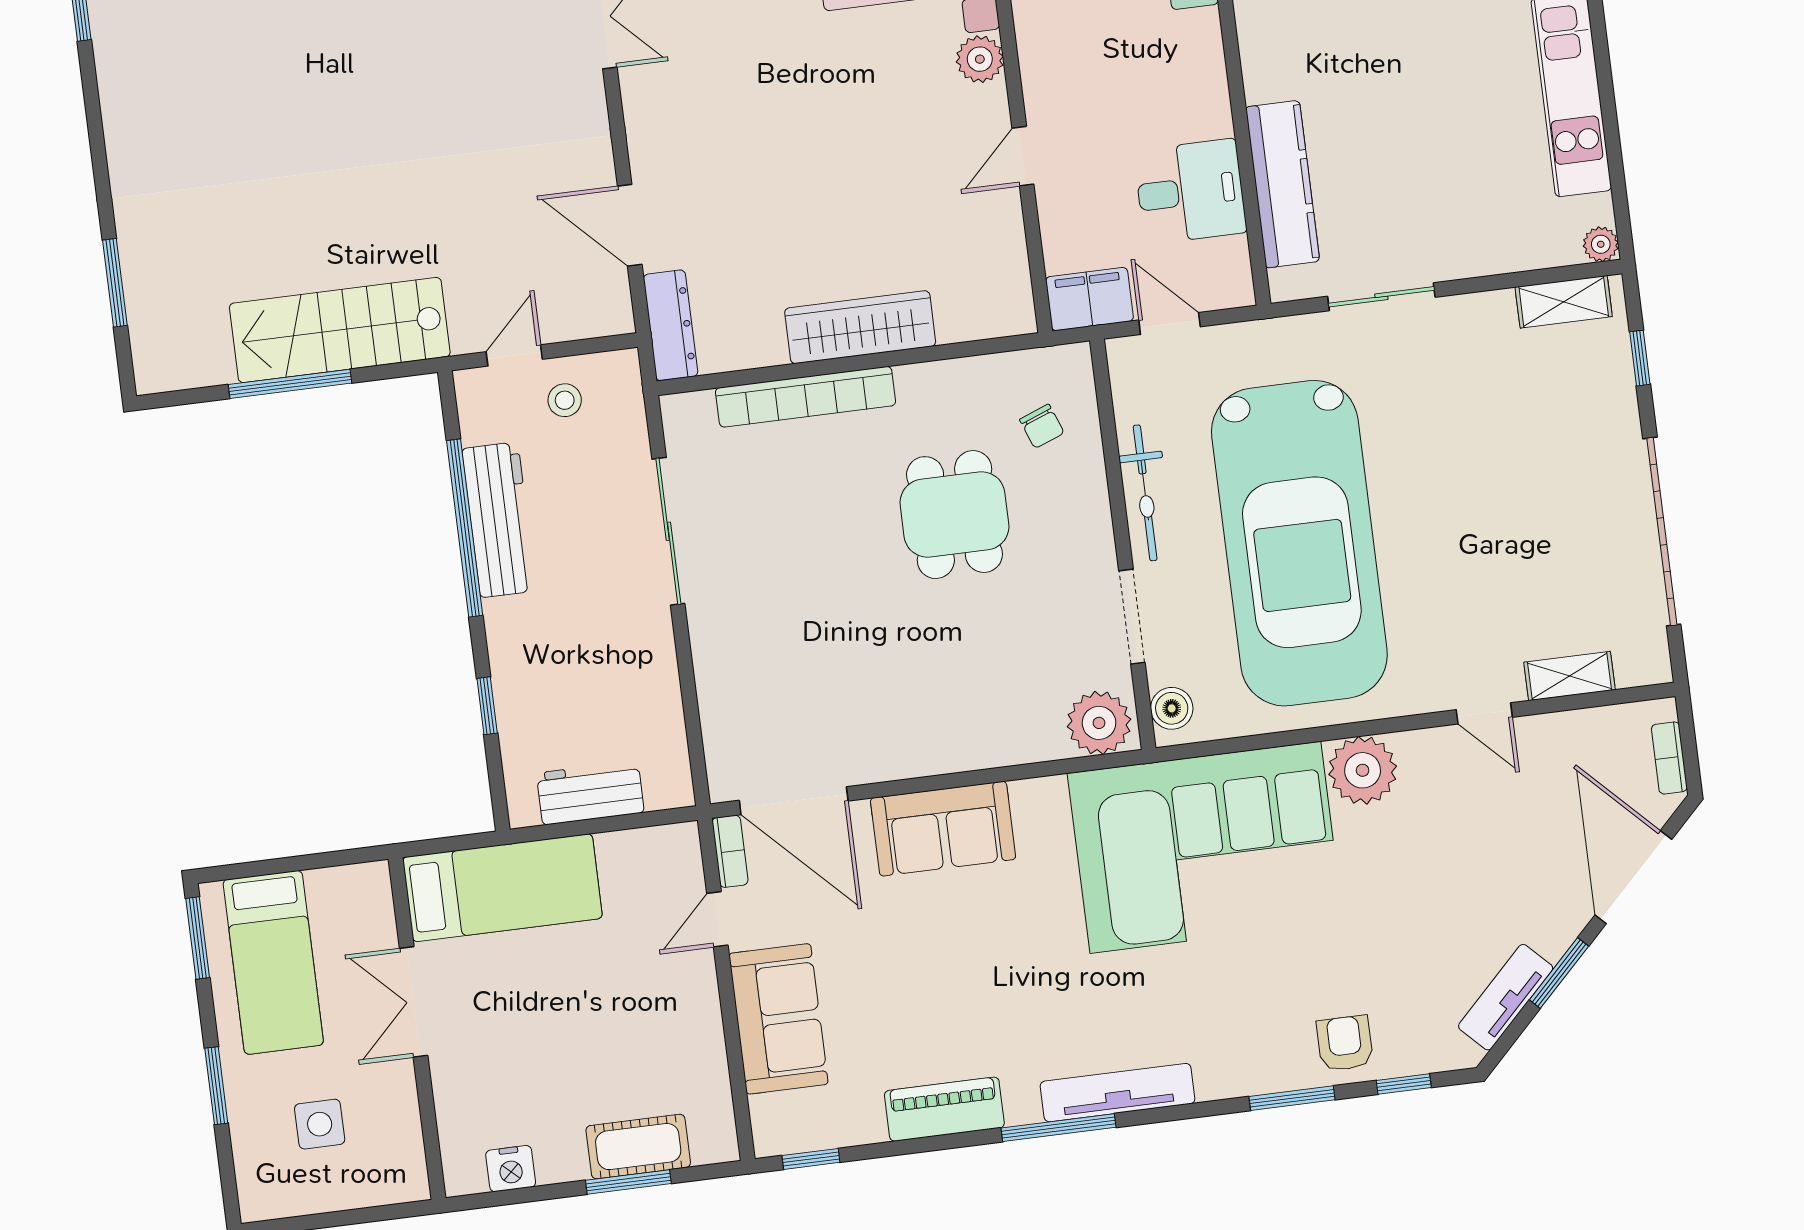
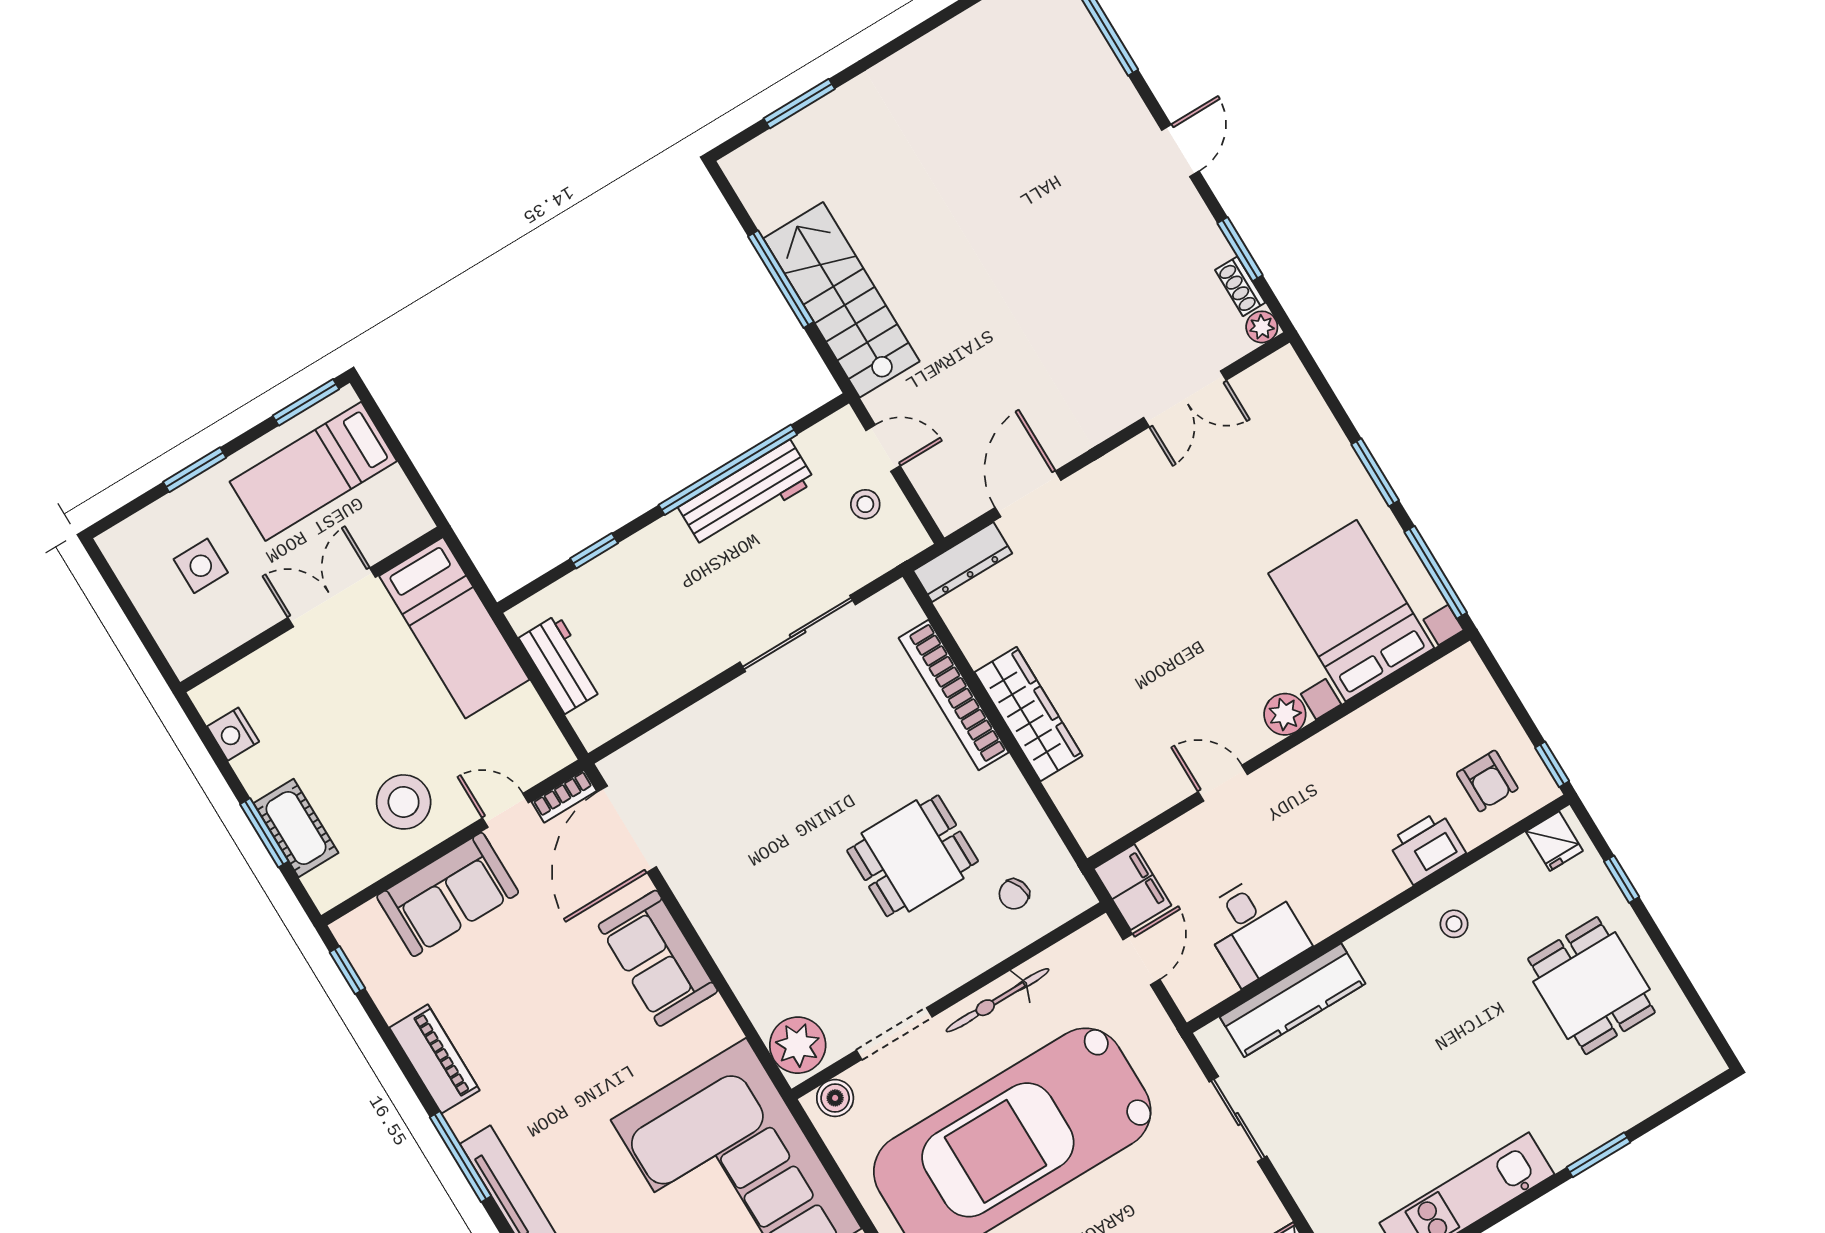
stool: (661, 1022) -> (404, 802), added

